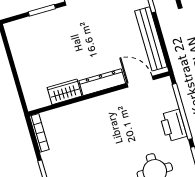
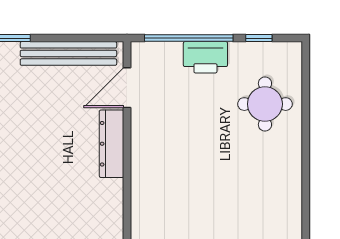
wardrobe: (65, 92) -> (110, 203), removed

